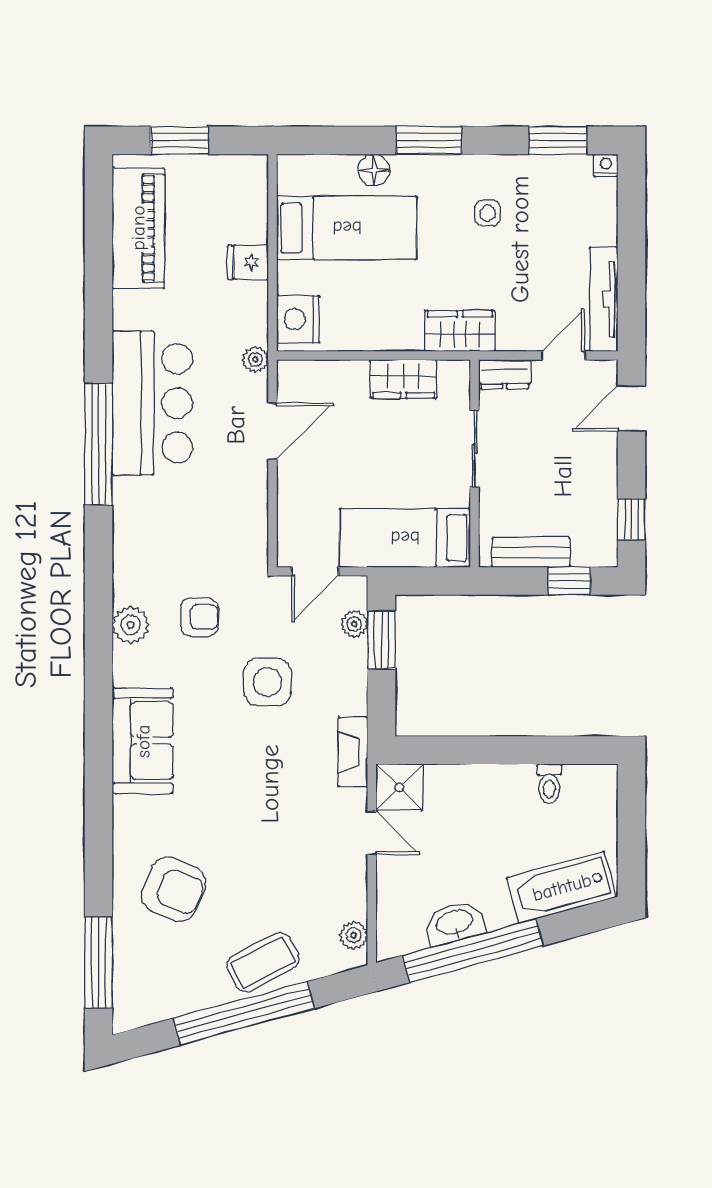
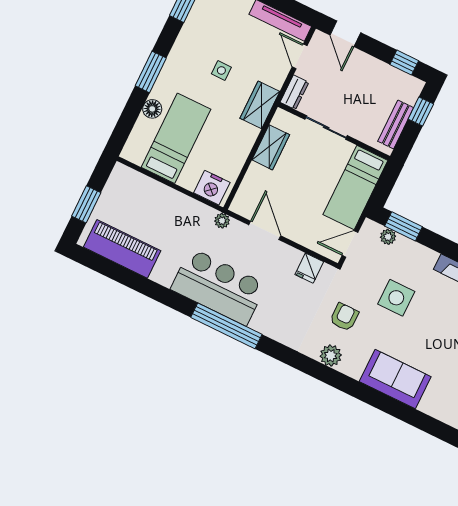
side table: (488, 213) -> (221, 70), moved
fridge: (248, 262) -> (309, 268), moved
door: (315, 571) -> (350, 244), swing flipped

